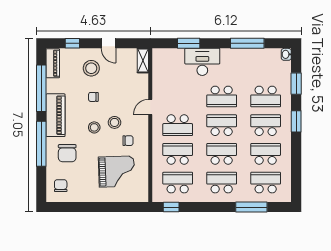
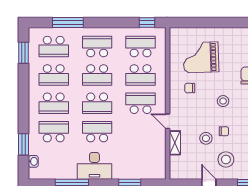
washbasin: (286, 54) -> (33, 161), moved
shelving: (143, 61) -> (175, 143), moved
desk: (202, 62) -> (94, 166), moved
door: (150, 107) -> (168, 121), swing flipped
window: (296, 121) -> (24, 53), moved
stool: (115, 122) -> (206, 138), moved
school desk: (178, 183) -> (141, 47), turned 180
school desk: (222, 183) -> (97, 47), turned 180

